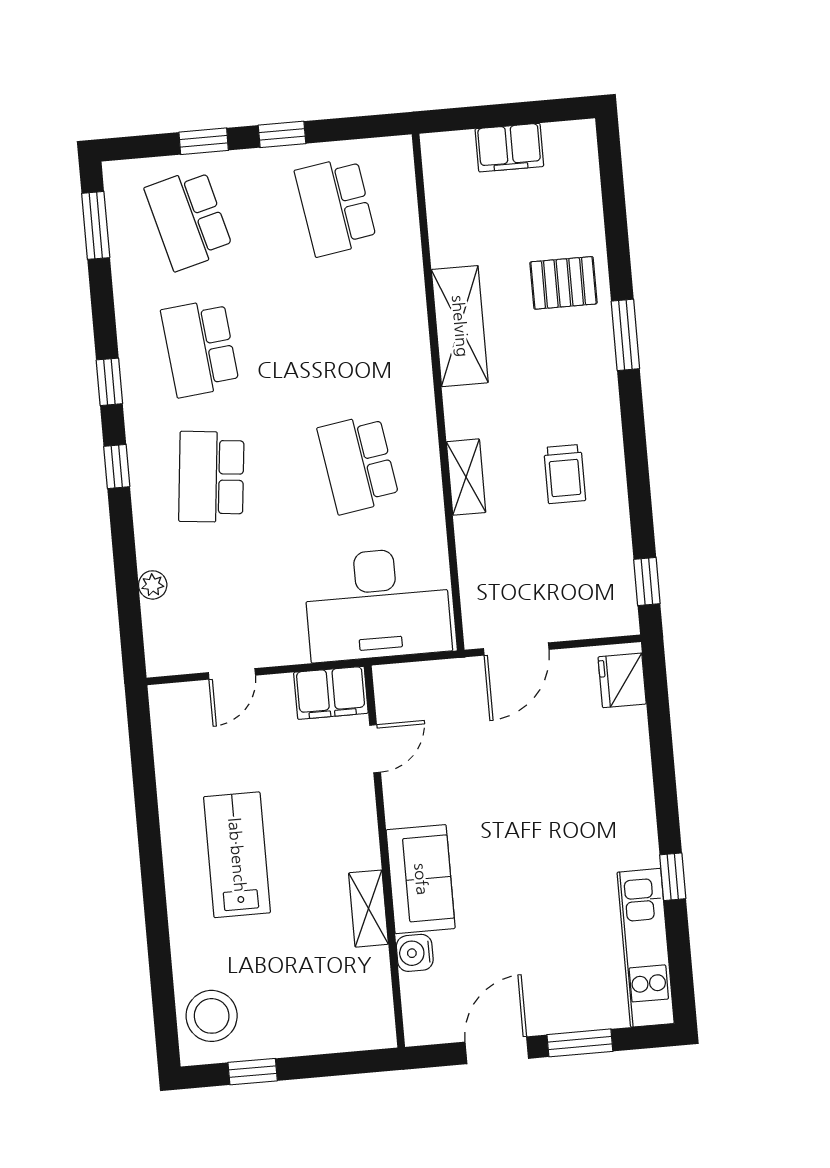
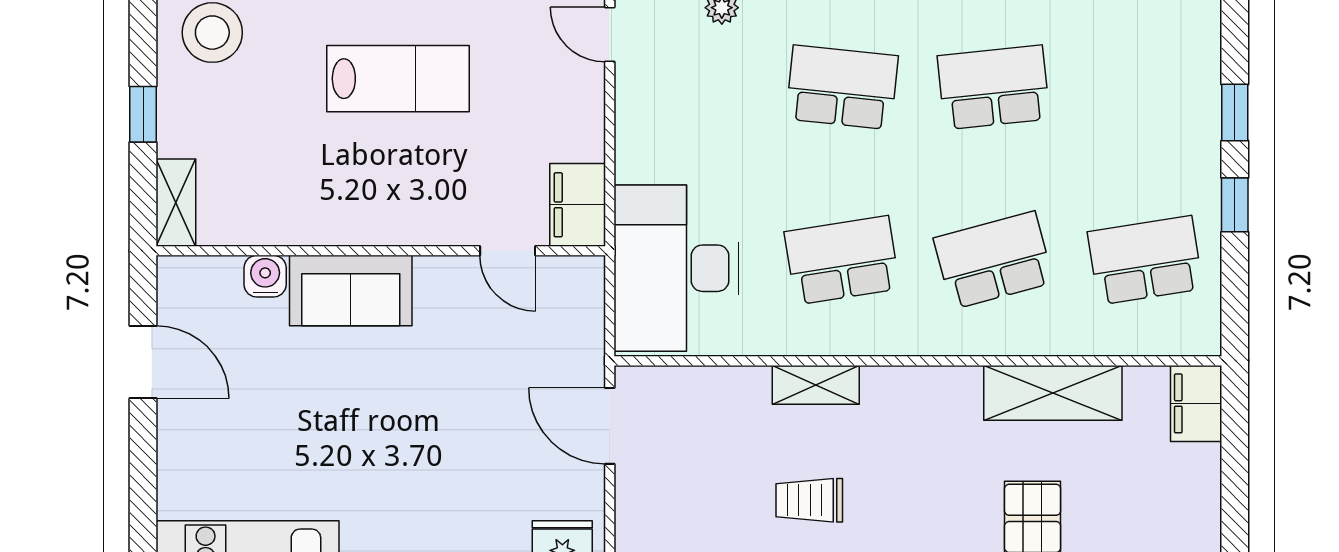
filing cabinet: (509, 148) -> (1196, 403), moved
school desk: (189, 219) -> (994, 260), moved
shelving: (460, 326) -> (1053, 393), moved
door: (232, 674) -> (610, 35), moved
shelving: (368, 909) -> (176, 203), moved, turned 90
window: (580, 1043) -> (143, 460), removed
window: (253, 1072) -> (143, 114), moved

